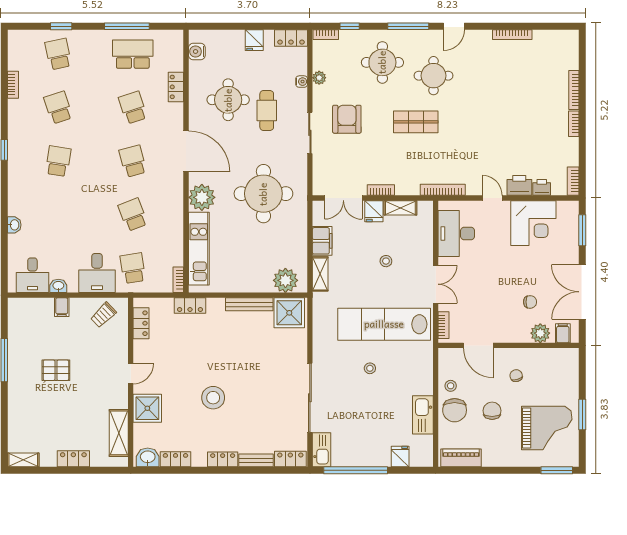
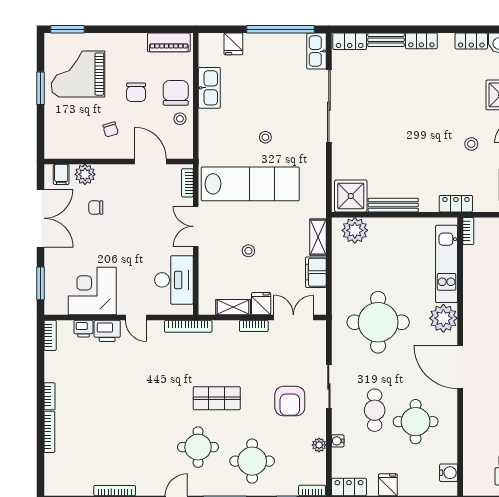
locker: (176, 87) -> (471, 435), removed
stool: (213, 398) -> (471, 144), moved, width x0.53, depth x0.53

